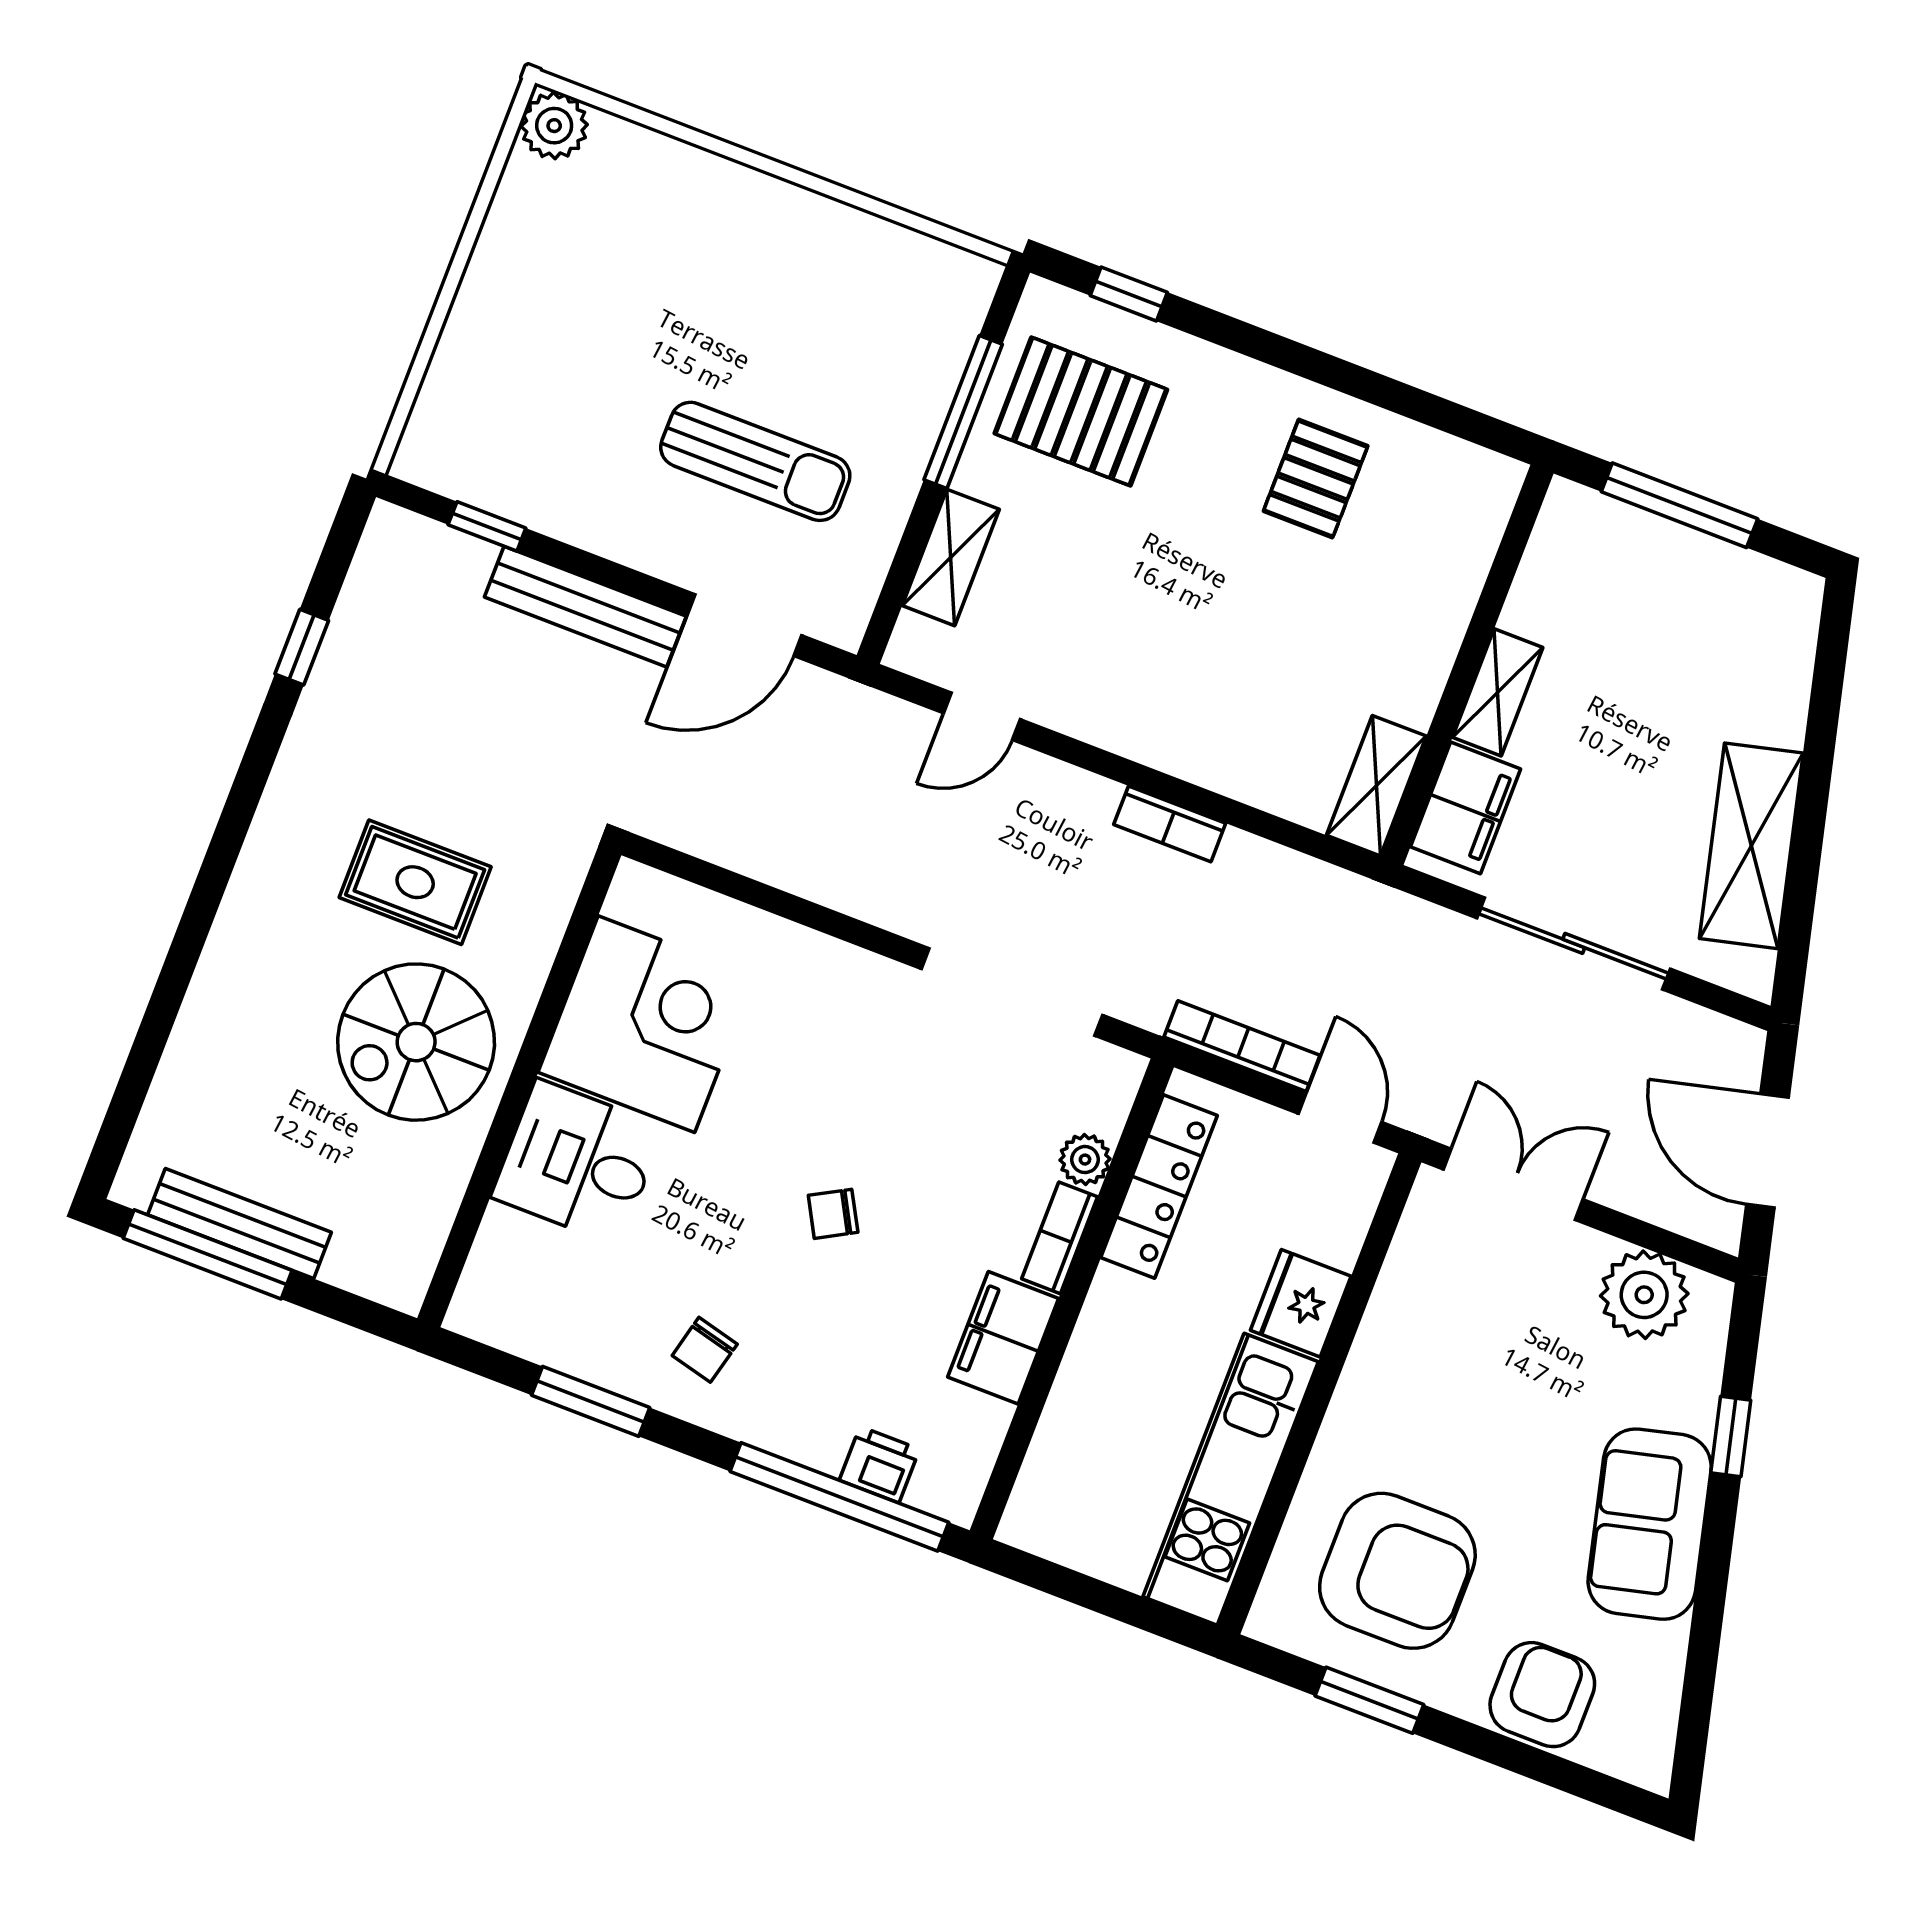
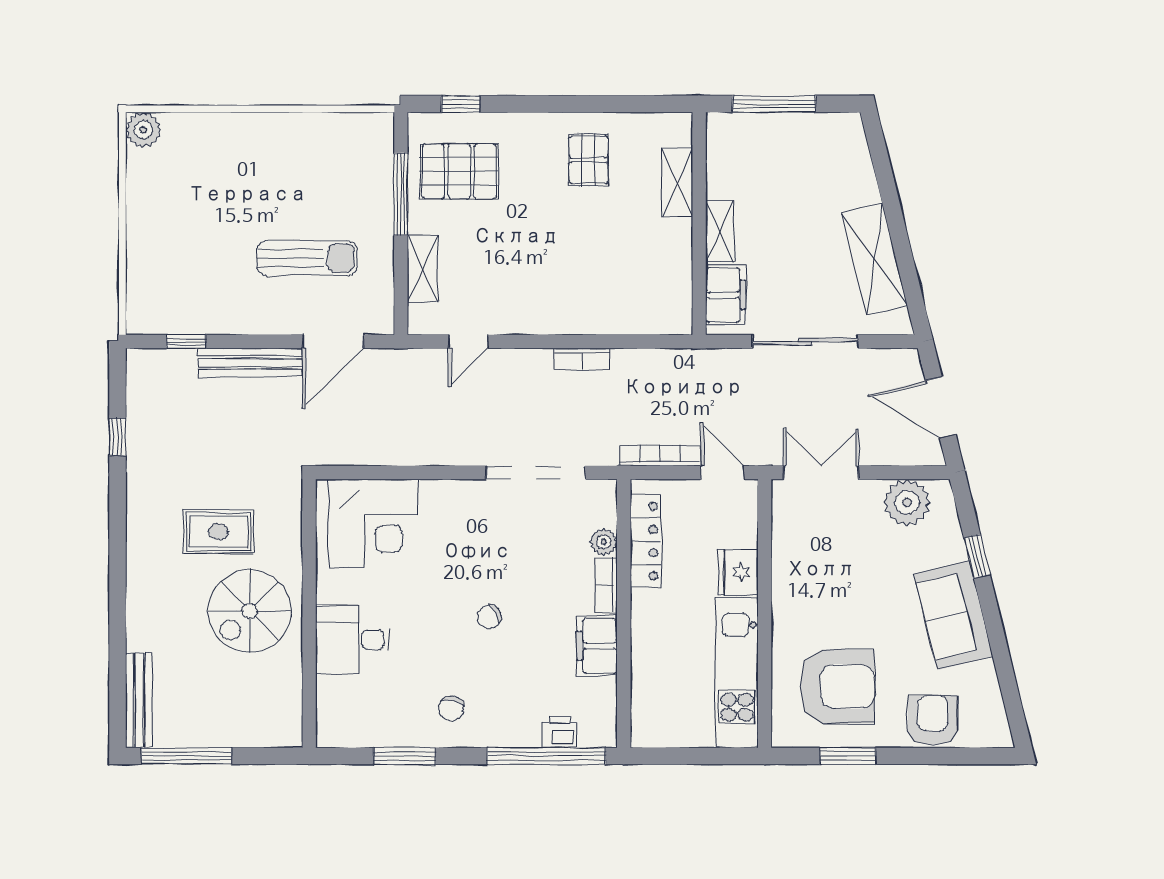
shelving: (1376, 786) -> (677, 182), moved
corner desk: (646, 1024) -> (373, 524), moved, turned 90
bench: (240, 1223) -> (139, 701), moved, turned 90

